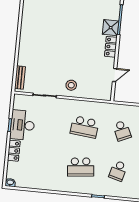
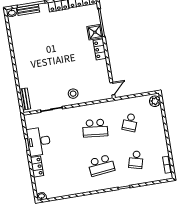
door: (115, 75) -> (112, 89), moved
school desk: (122, 131) -> (130, 122), turned 45

